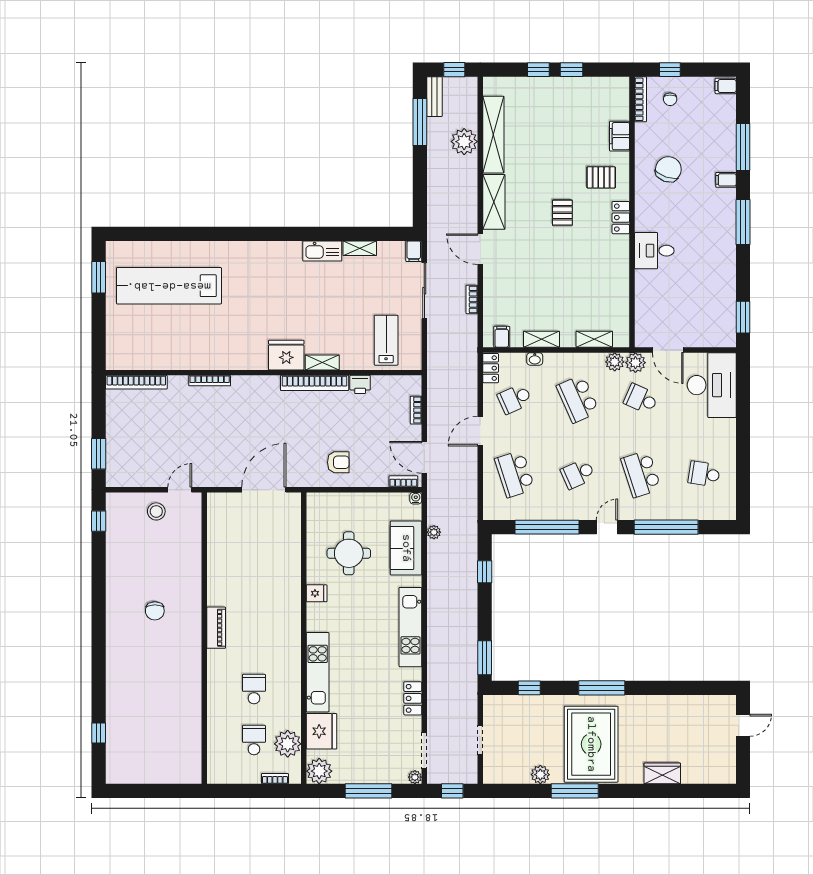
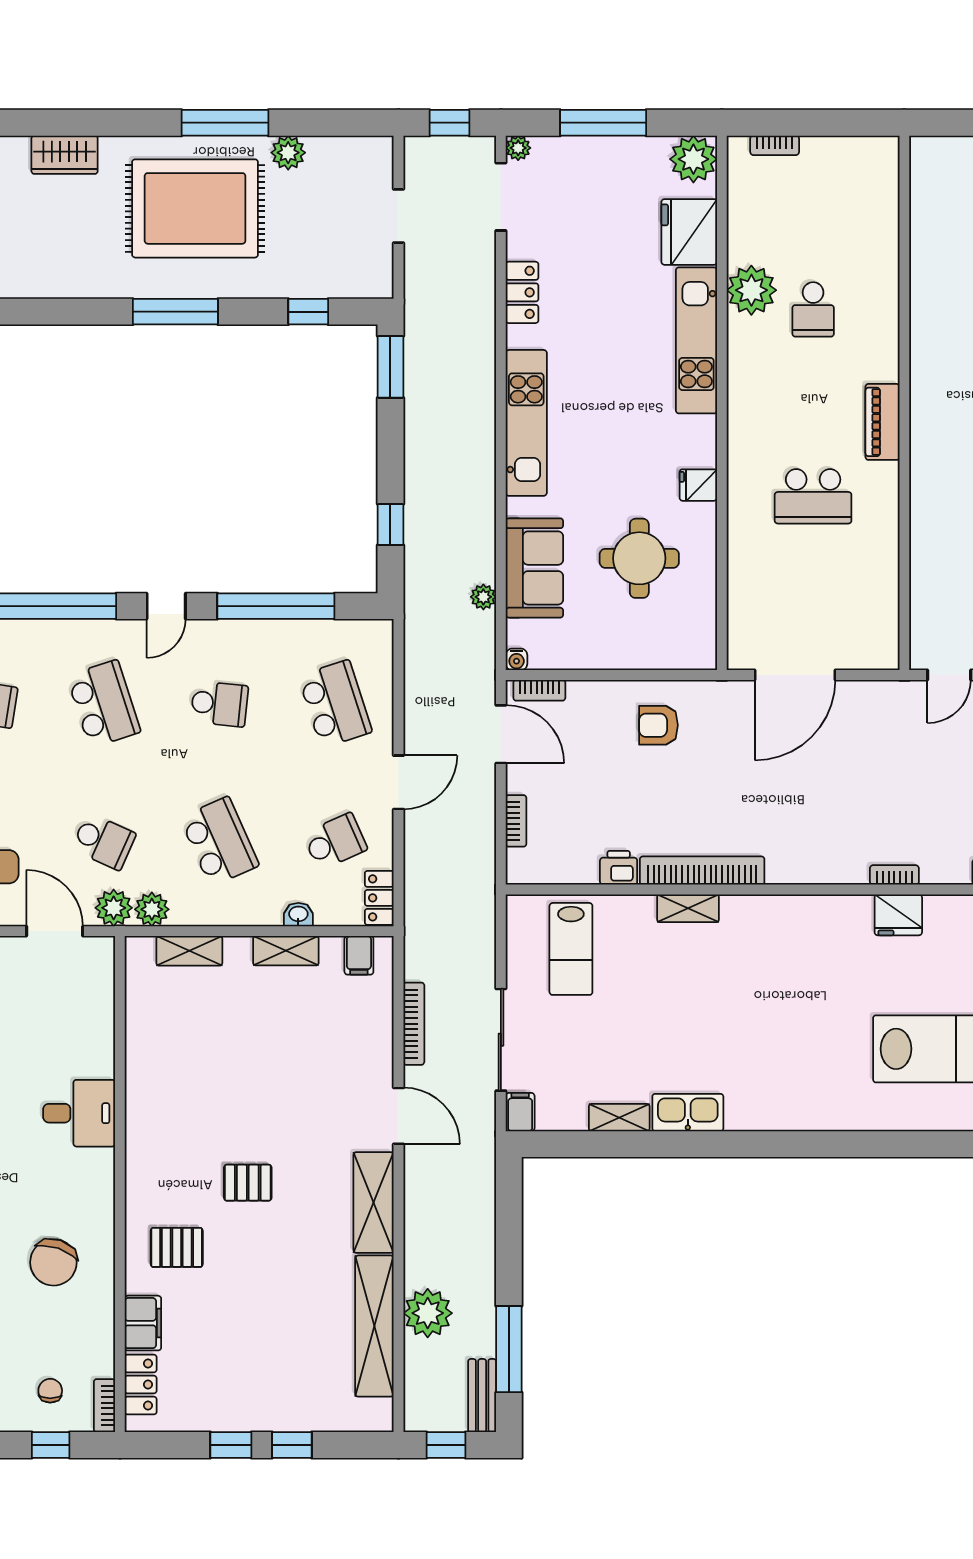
bookcase: (641, 99) -> (104, 1406), width x0.64
pallet: (562, 213) -> (248, 1183), turned 90
locker: (621, 218) -> (141, 1385), moved
bookcase: (472, 299) -> (414, 1024), width x1.56
fridge: (286, 355) -> (898, 915), moved, width x0.73, depth x0.75
bookcase: (210, 381) -> (894, 875), width x0.64
school desk: (578, 474) -> (219, 704), turned 30
school desk: (254, 740) -> (813, 496), moved, width x1.85
plant: (288, 744) -> (751, 290), moved
rug: (591, 744) -> (195, 208), turned 90

